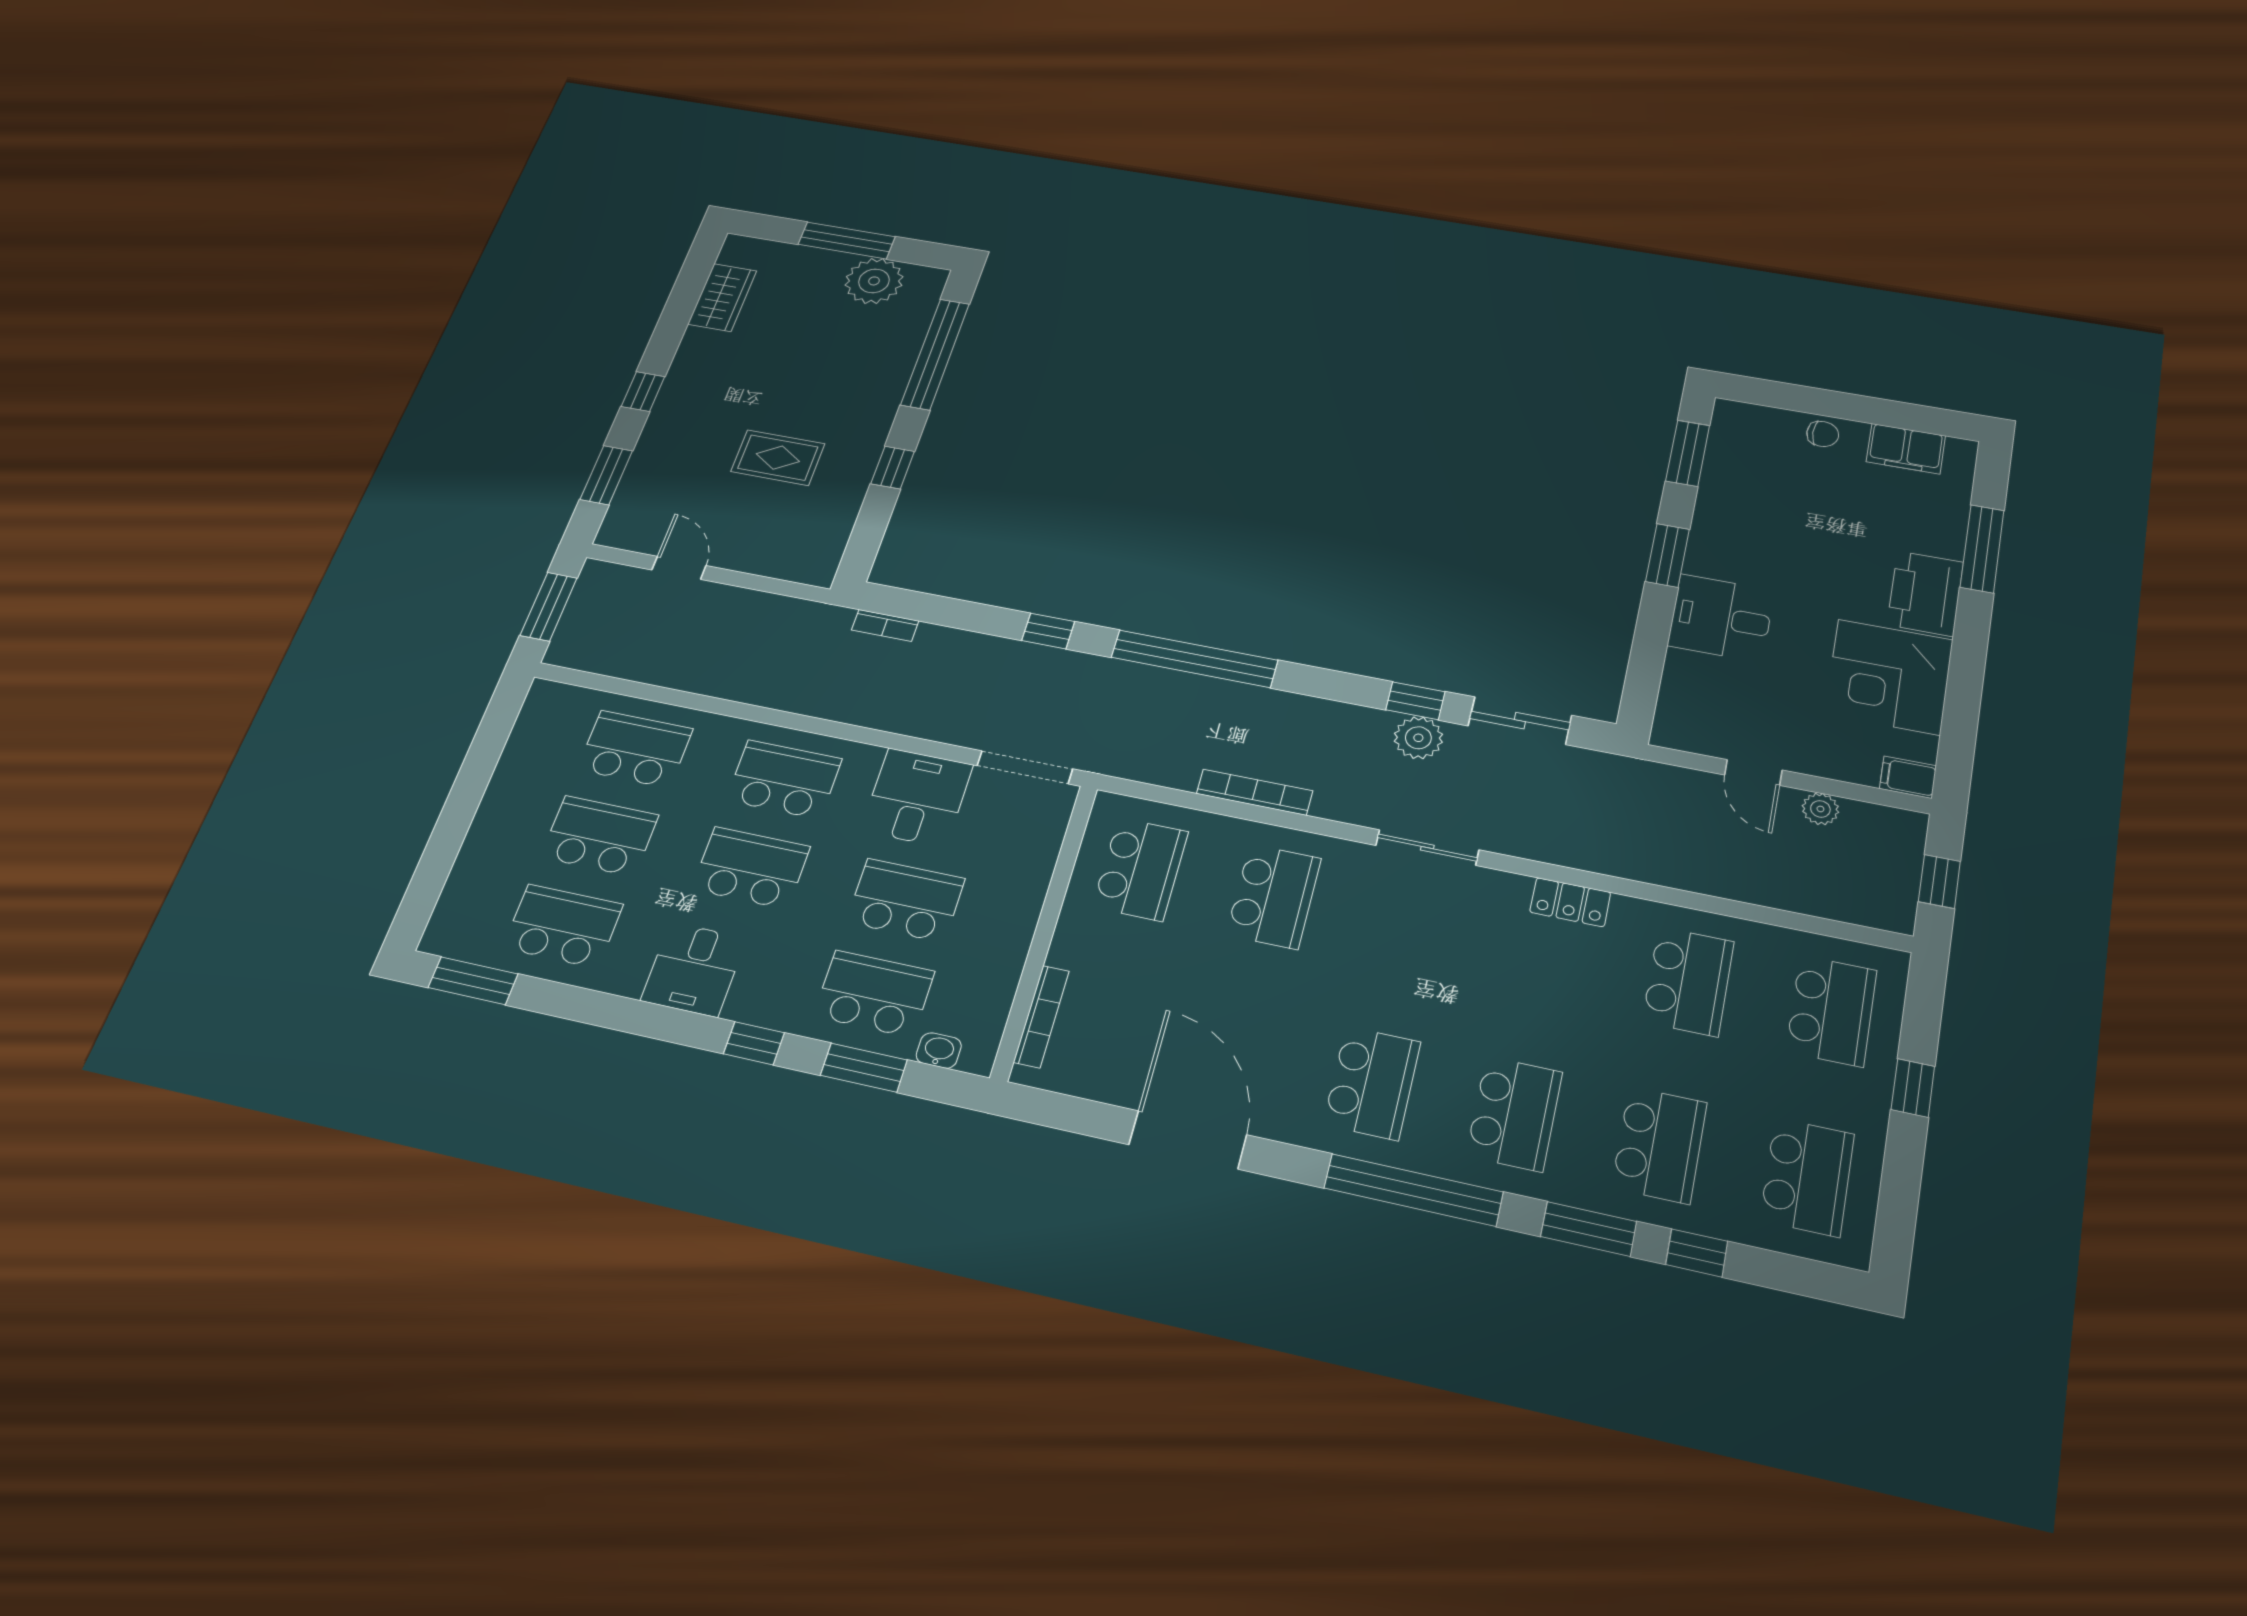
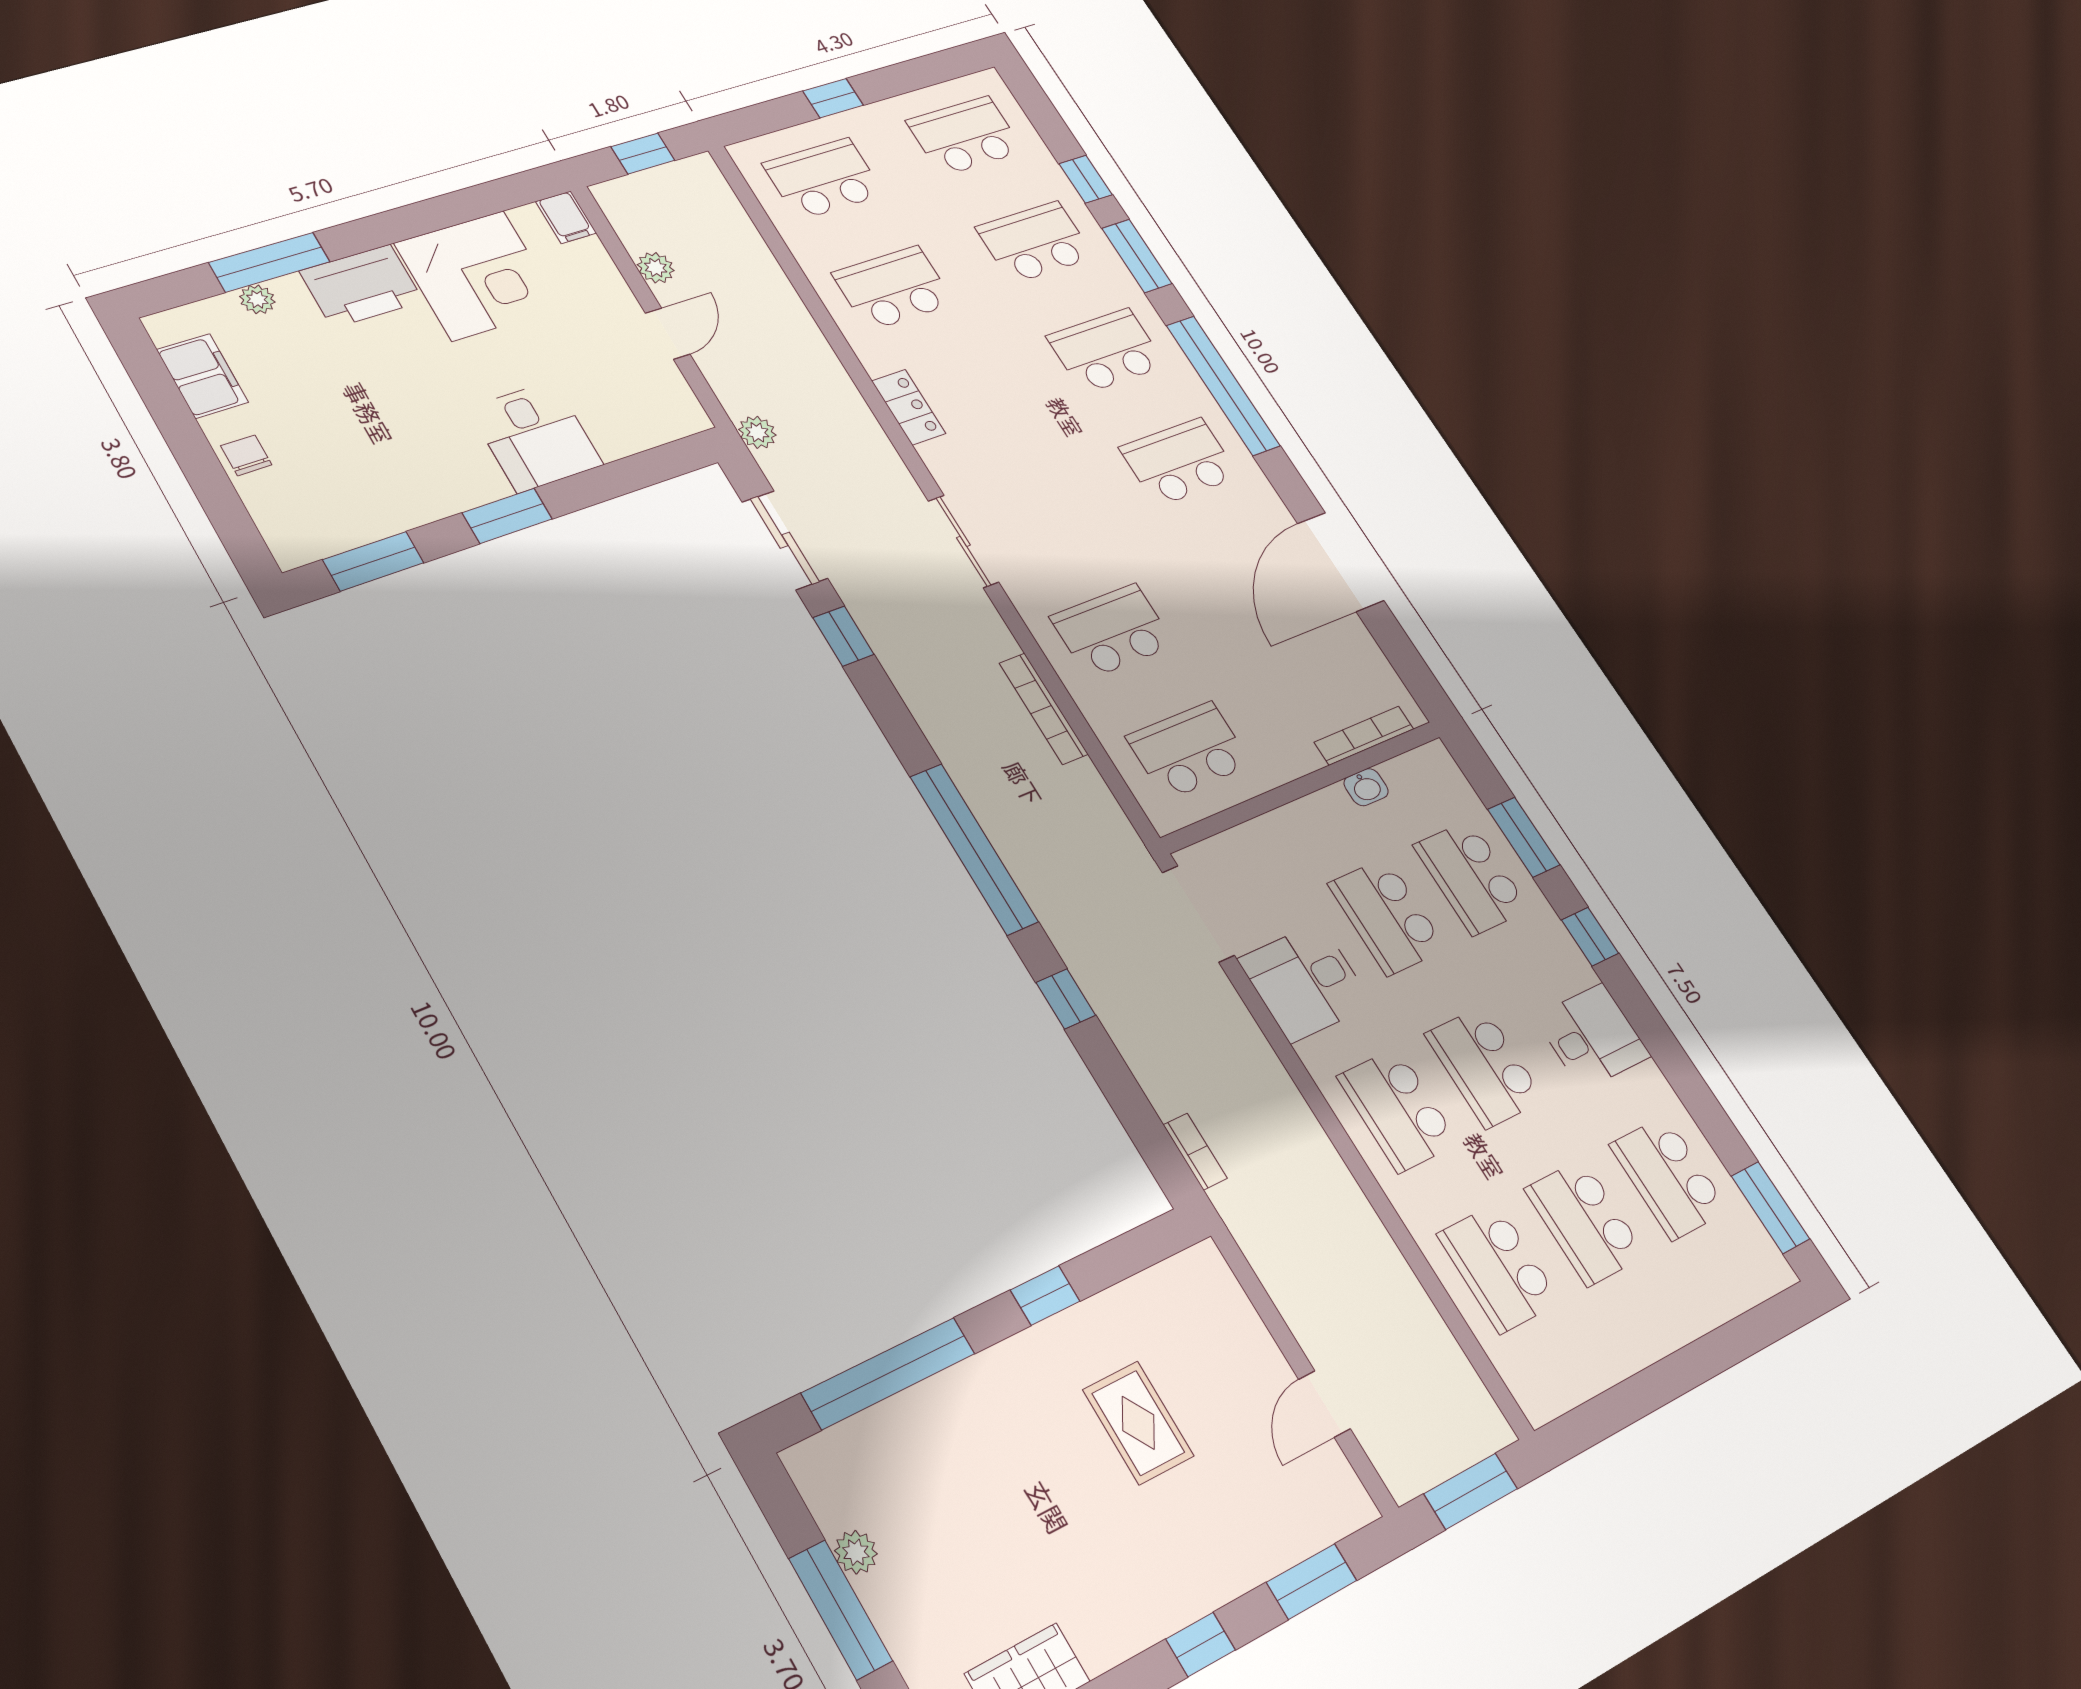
plant: (874, 281) -> (856, 1552), width x0.53, depth x0.53
plant: (1953, 521) -> (257, 299), added
plant: (1418, 738) -> (757, 432), moved, width x0.73, depth x0.73
washbasin: (939, 1050) -> (1366, 787), moved, turned -90

